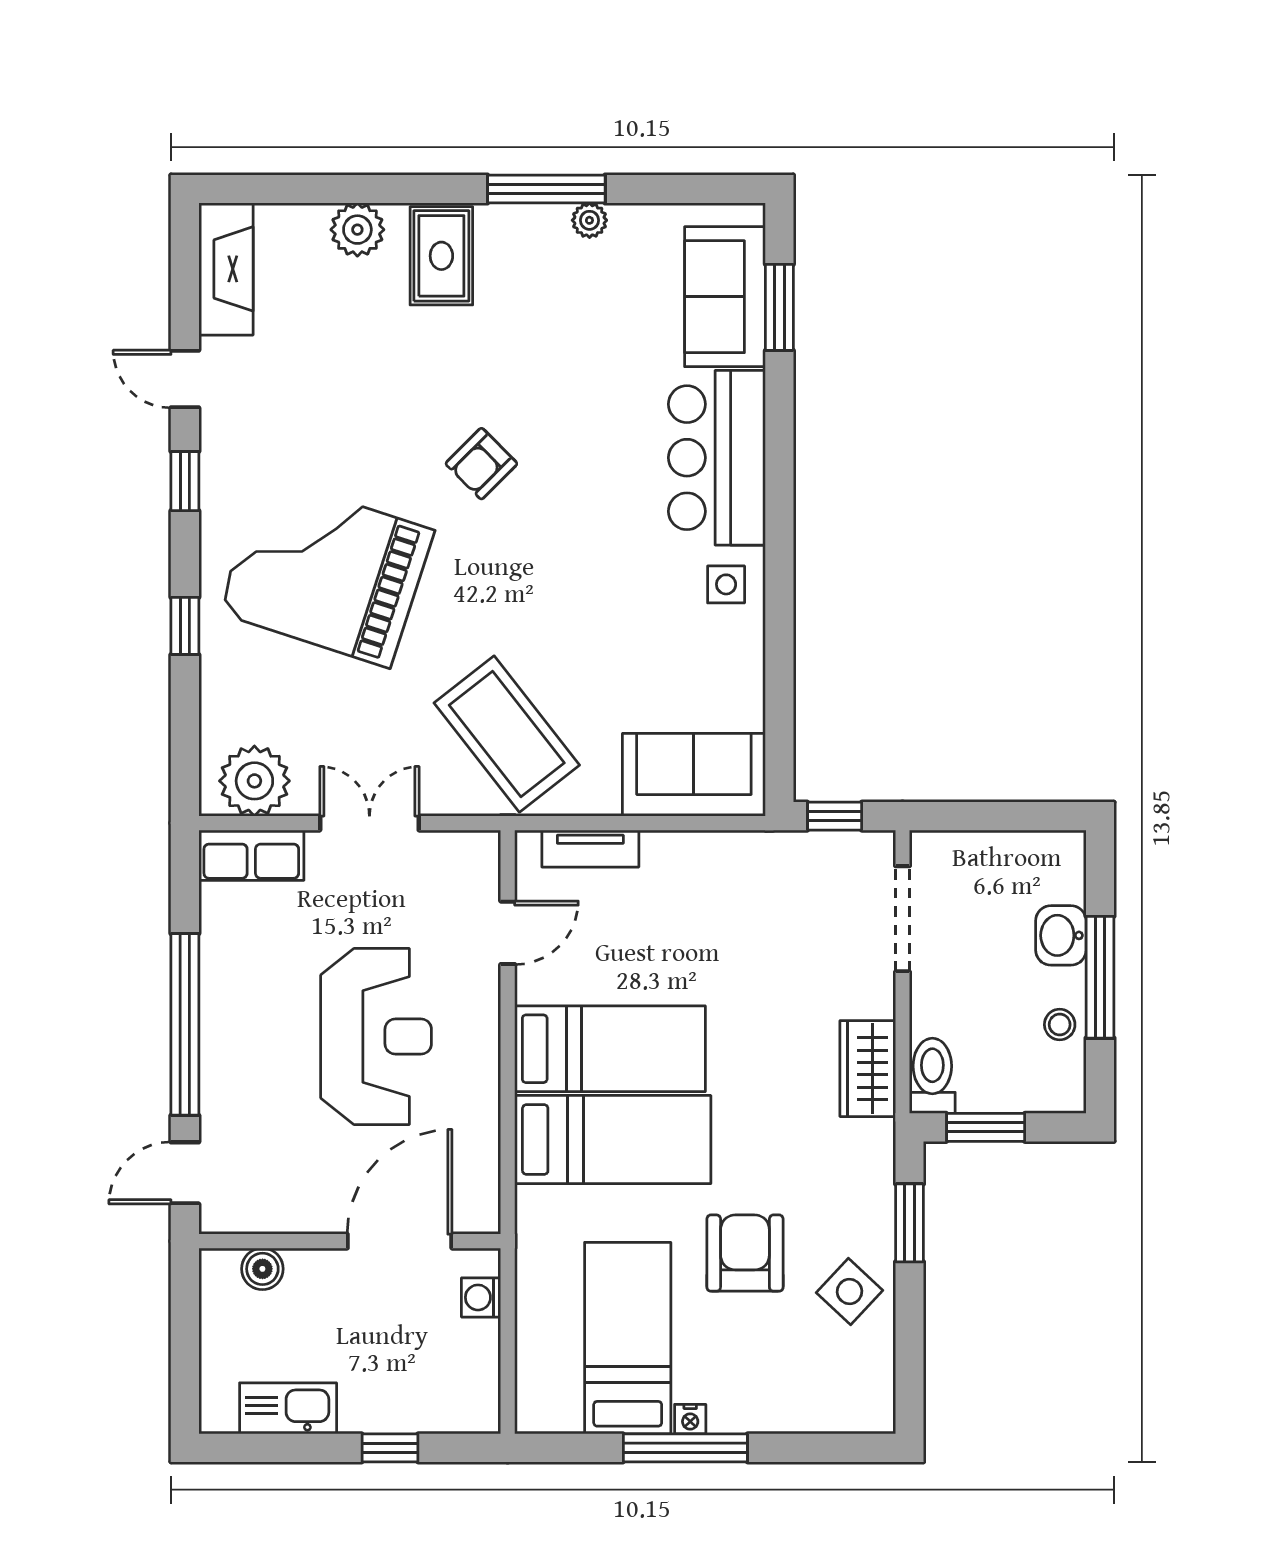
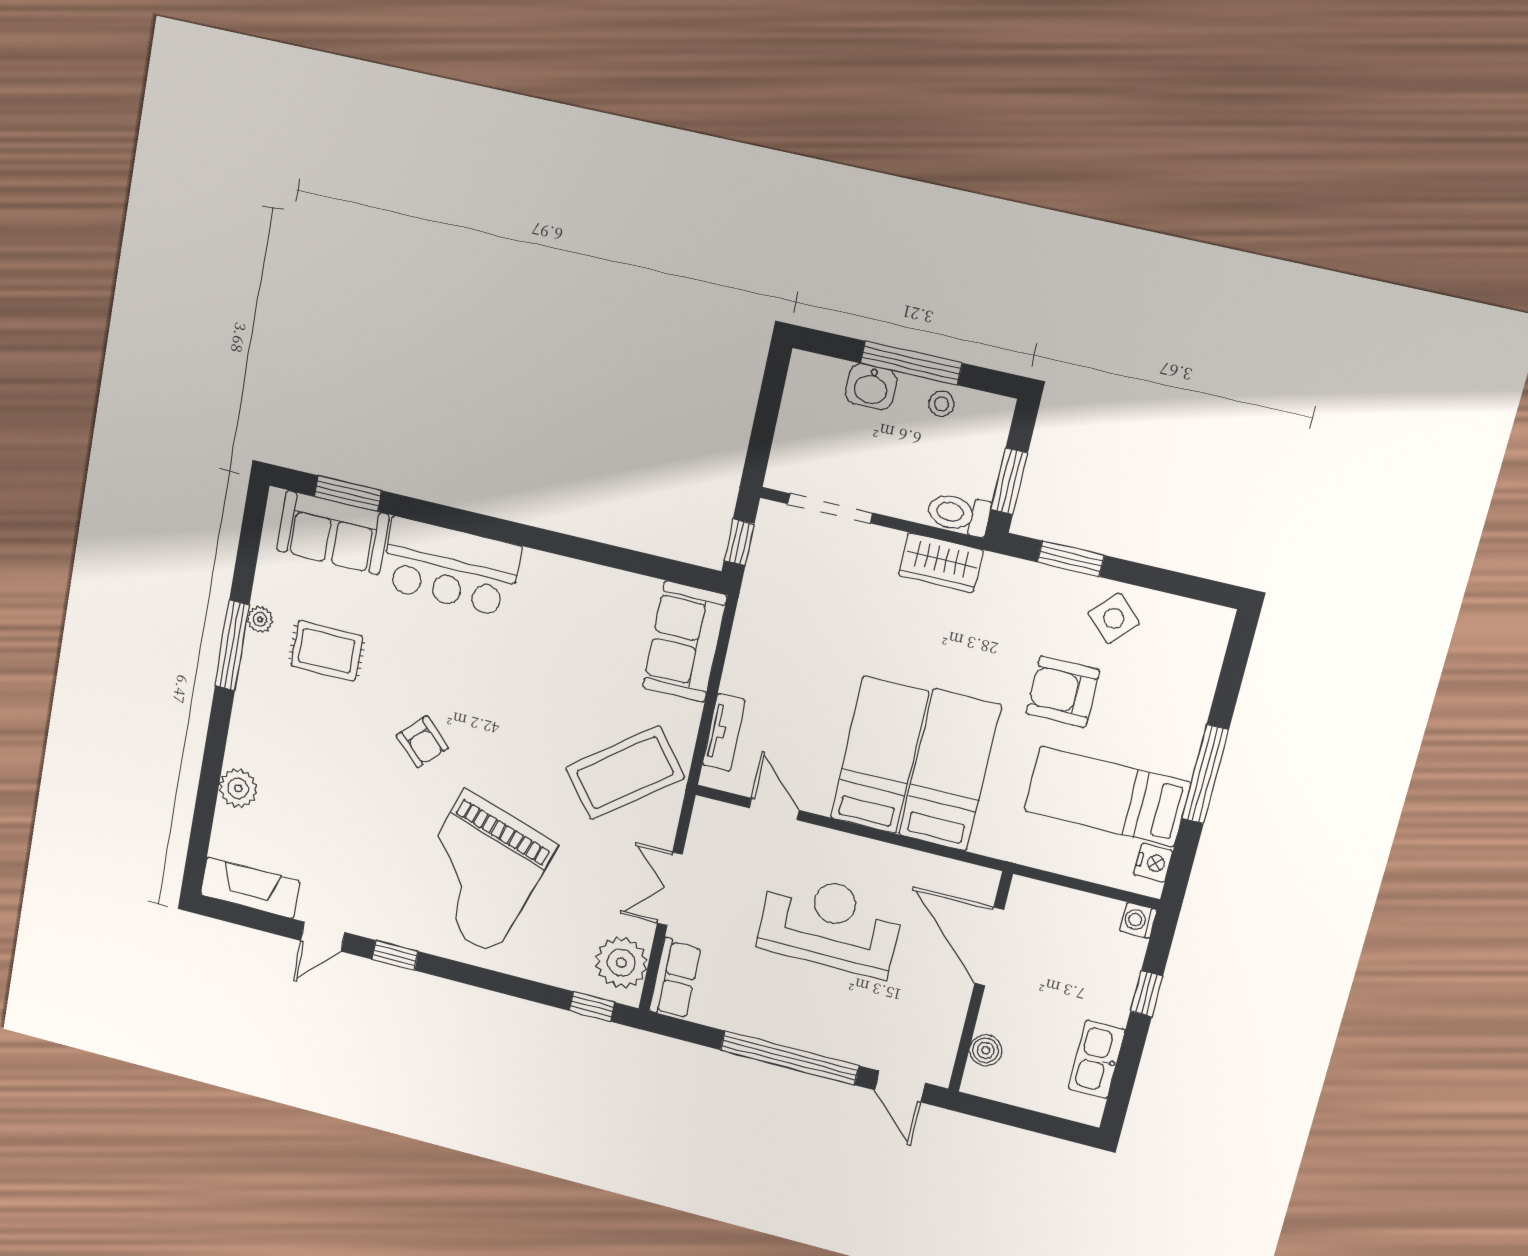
rug: (441, 256) -> (327, 651), moved
side table: (726, 584) -> (546, 583), removed
window: (185, 626) -> (592, 1006), moved
washing machine: (481, 1297) -> (1138, 920), moved, turned 90
nightstand: (690, 1419) -> (1153, 862), moved, width x1.39, depth x1.35

